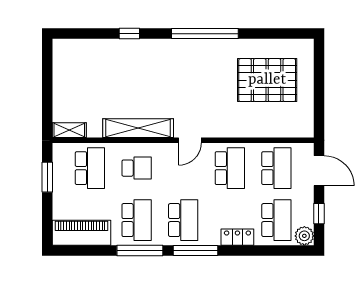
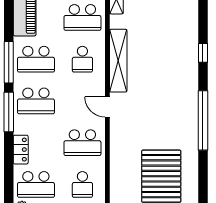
school desk: (276, 168) -> (82, 184), width x0.54

